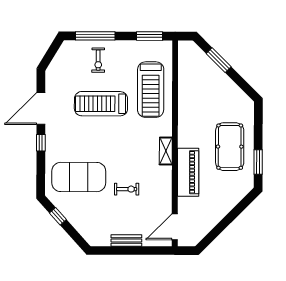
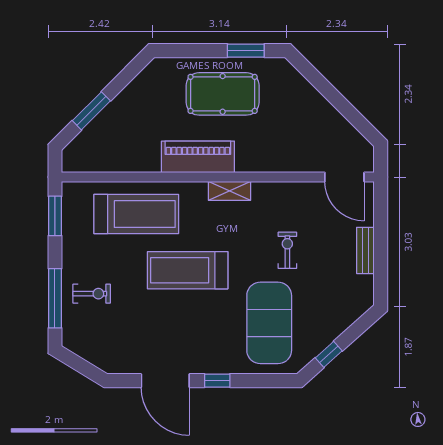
treadmill: (101, 104) -> (188, 270), moved, turned 90
piano: (188, 172) -> (198, 157), moved

